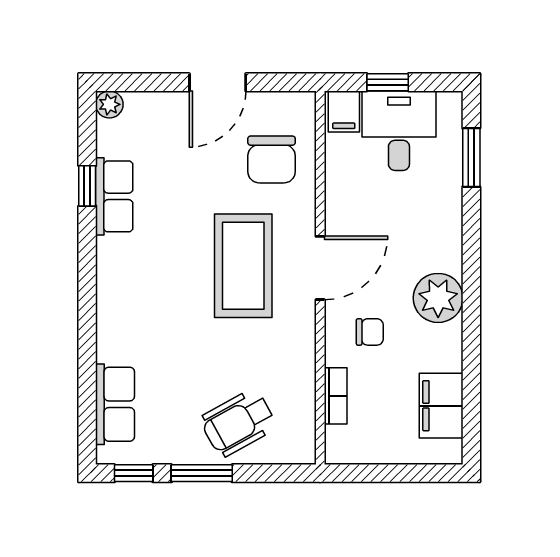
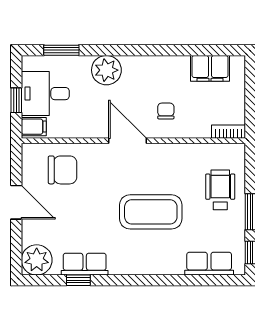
plant: (109, 104) -> (37, 260), width x1.87, depth x1.87
coffee table: (243, 266) -> (151, 212), moved
plant: (438, 298) -> (106, 70), moved
bookcase: (336, 396) -> (228, 132), moved
wheelchair: (238, 423) -> (220, 190), turned -151

